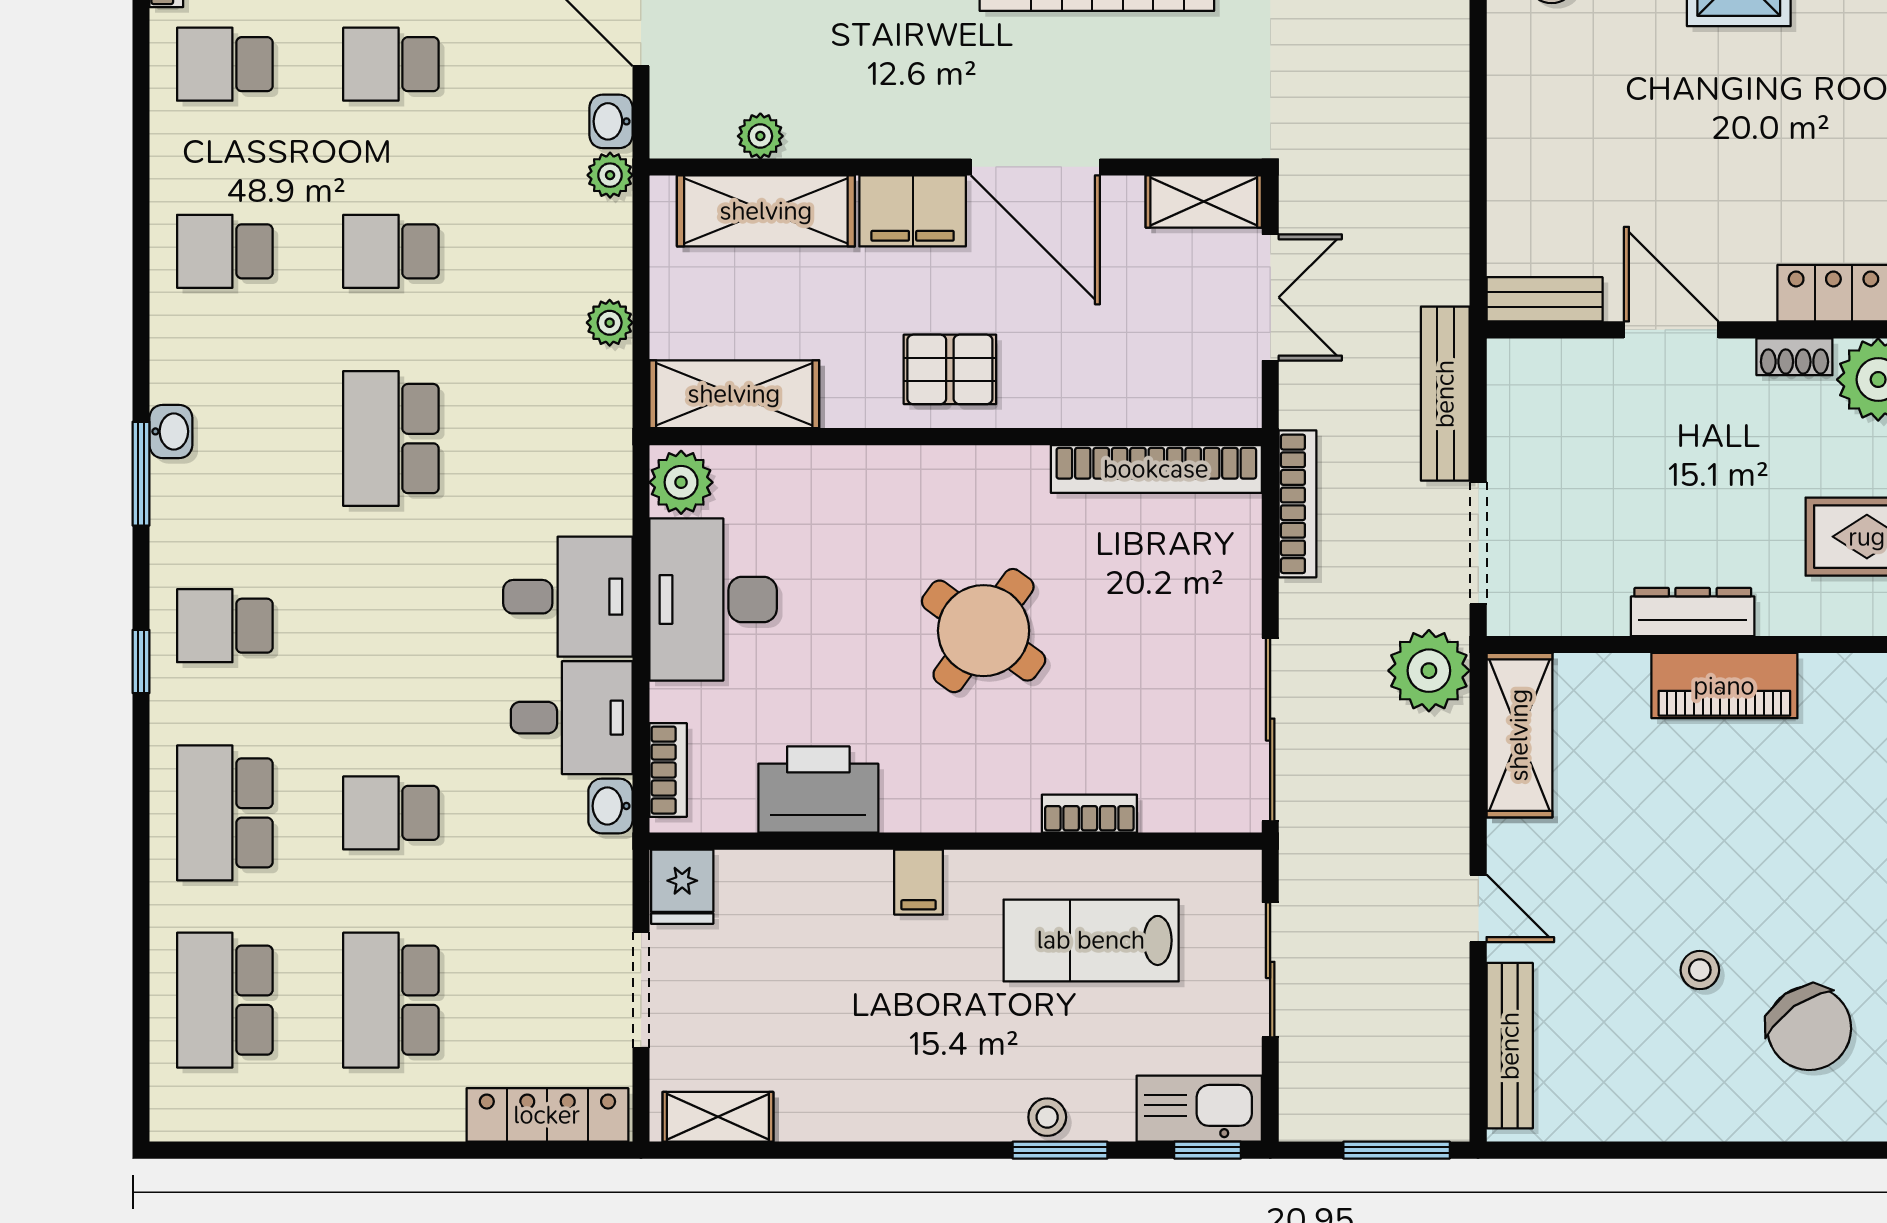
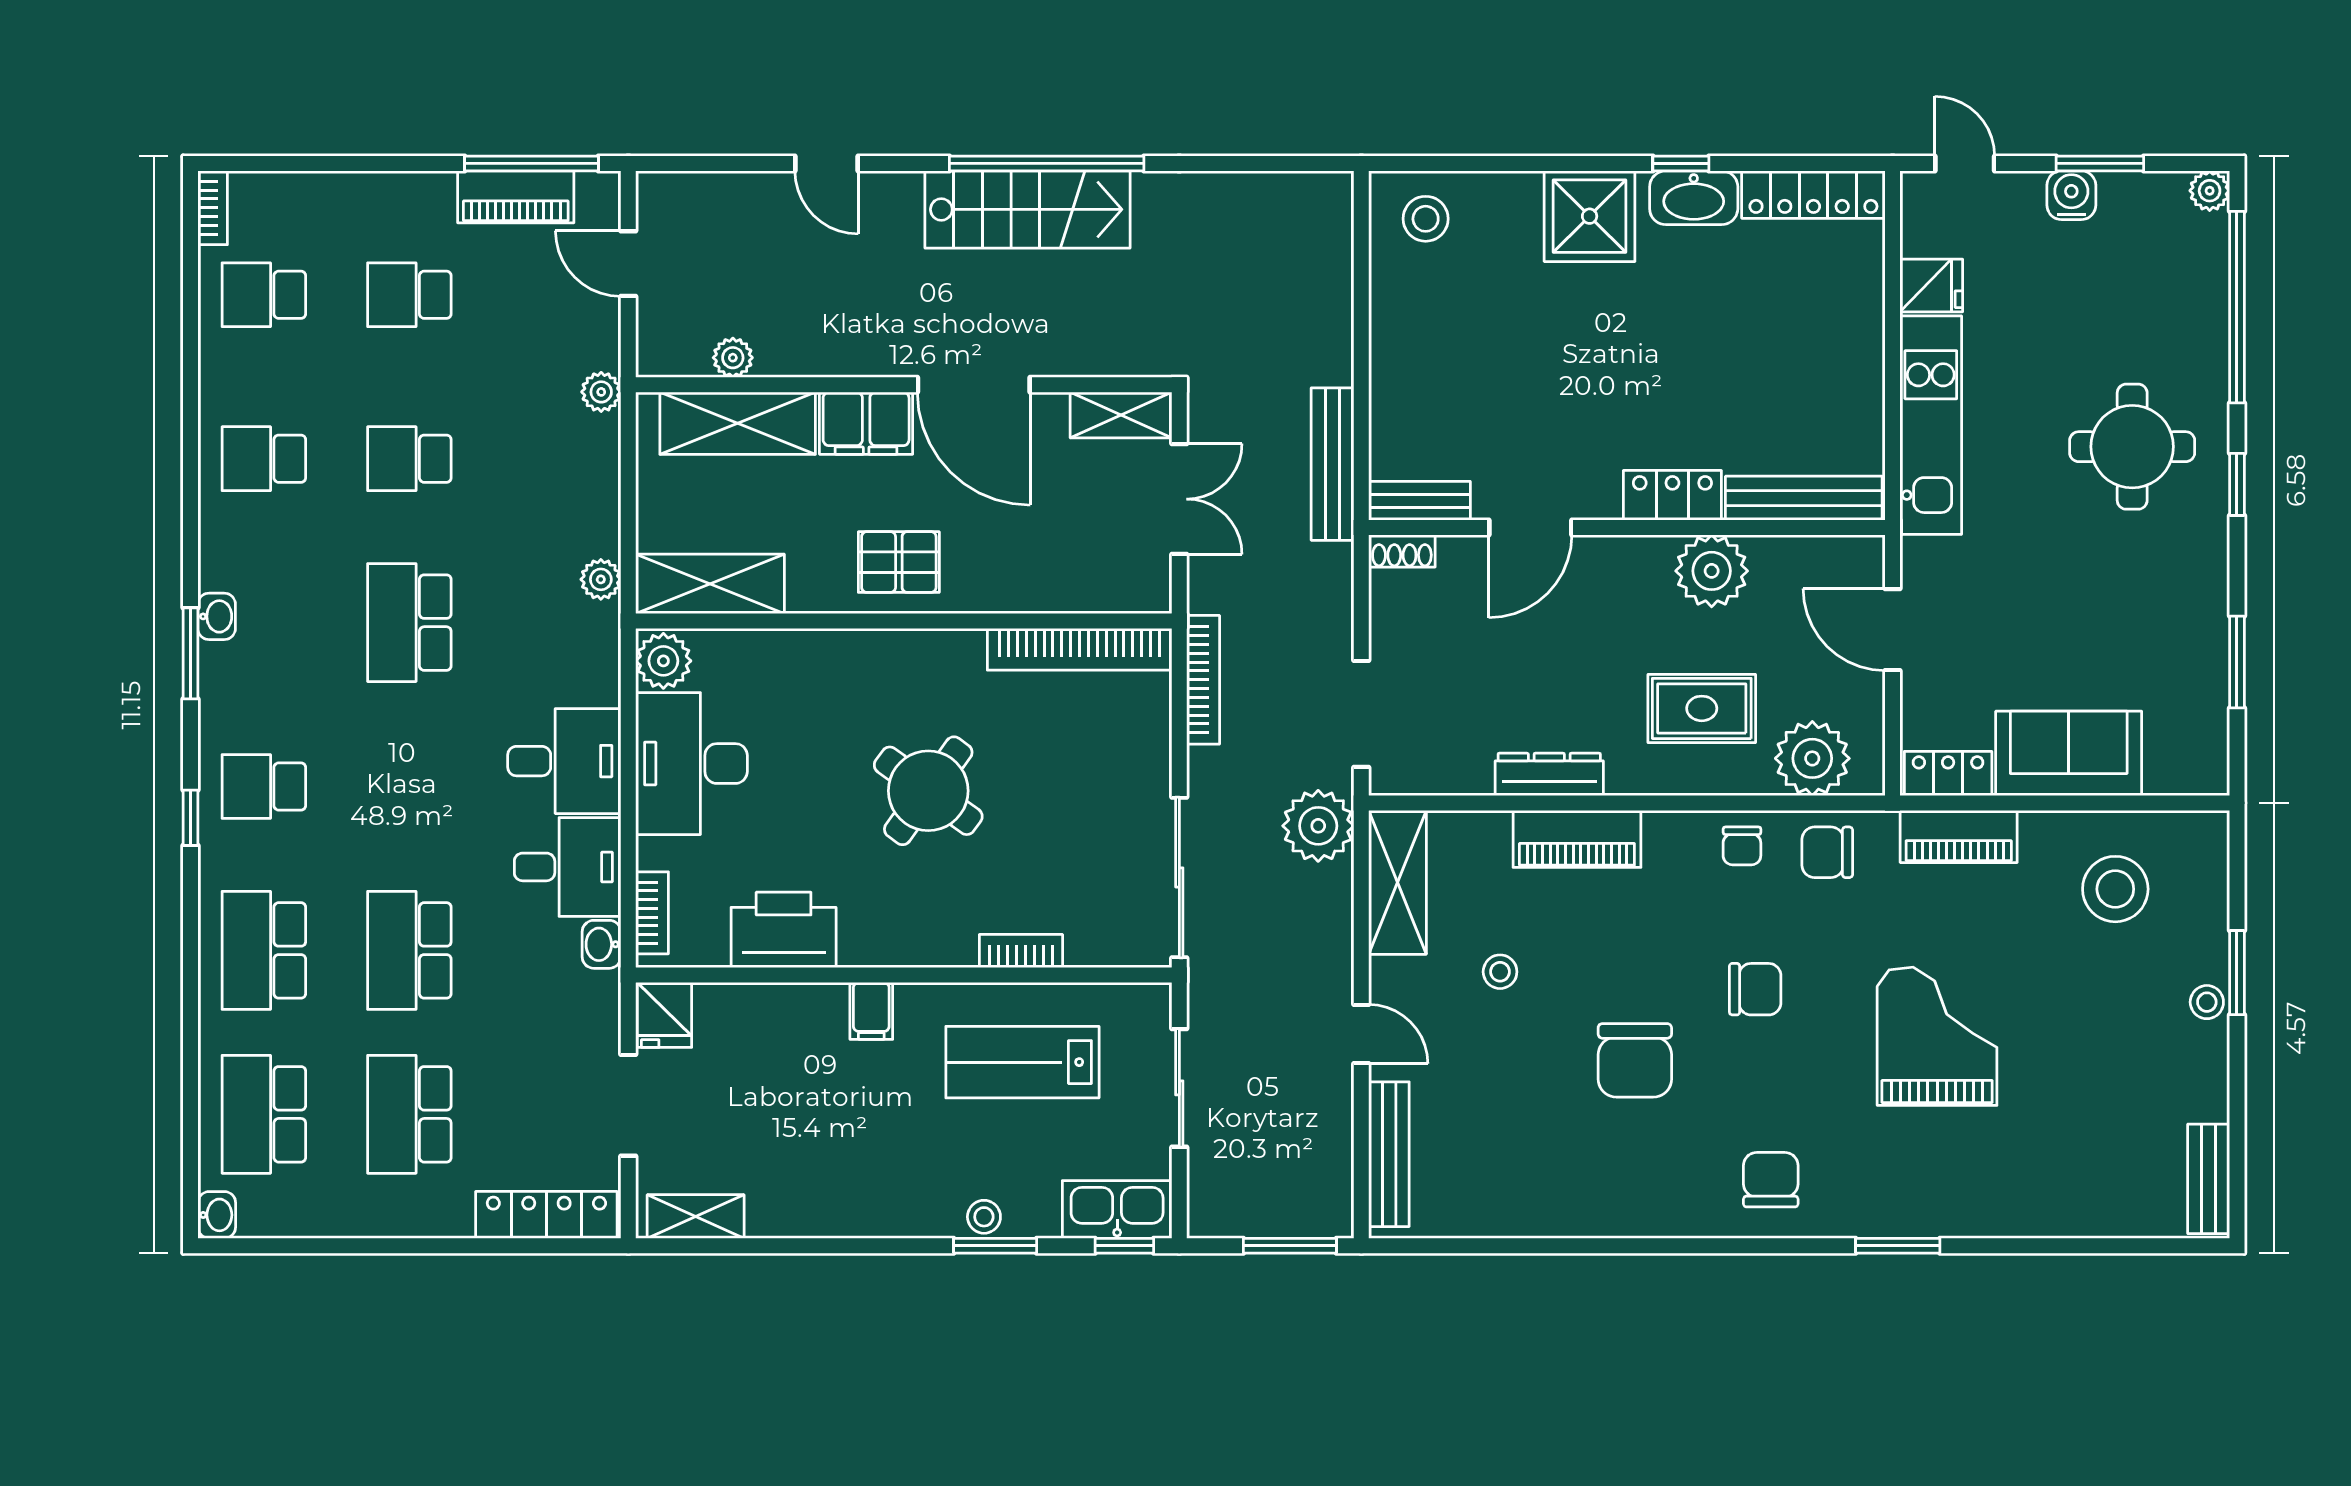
washbasin: (611, 121) -> (217, 1215), moved, turned 180
plant: (610, 323) -> (601, 579), moved
door: (1671, 330) -> (1530, 527), swing flipped
shoe rack: (1794, 357) -> (1402, 551), moved
bench: (1445, 394) -> (1333, 464), moved
school desk: (391, 813) -> (409, 950), width x1.85
stool: (1700, 970) -> (1500, 972), moved
chair: (1809, 1028) -> (1635, 1060), moved, turned 35

